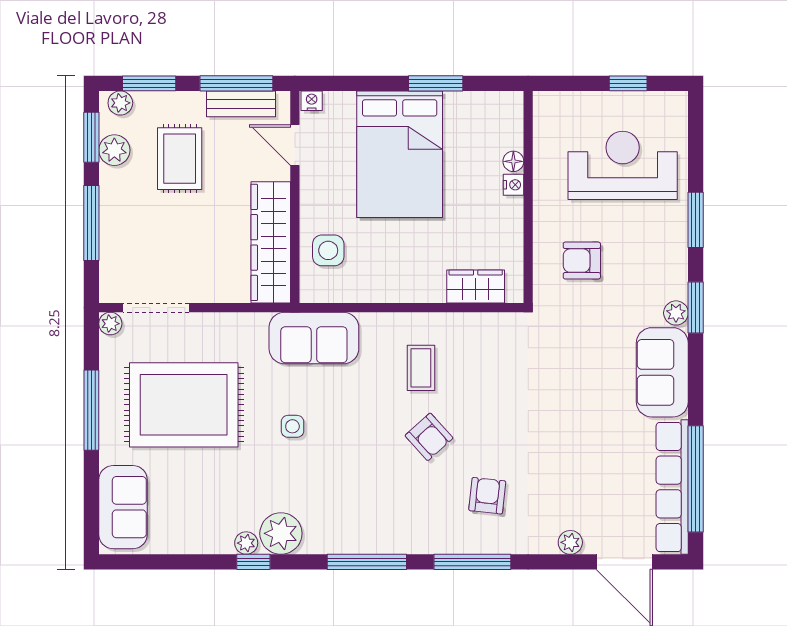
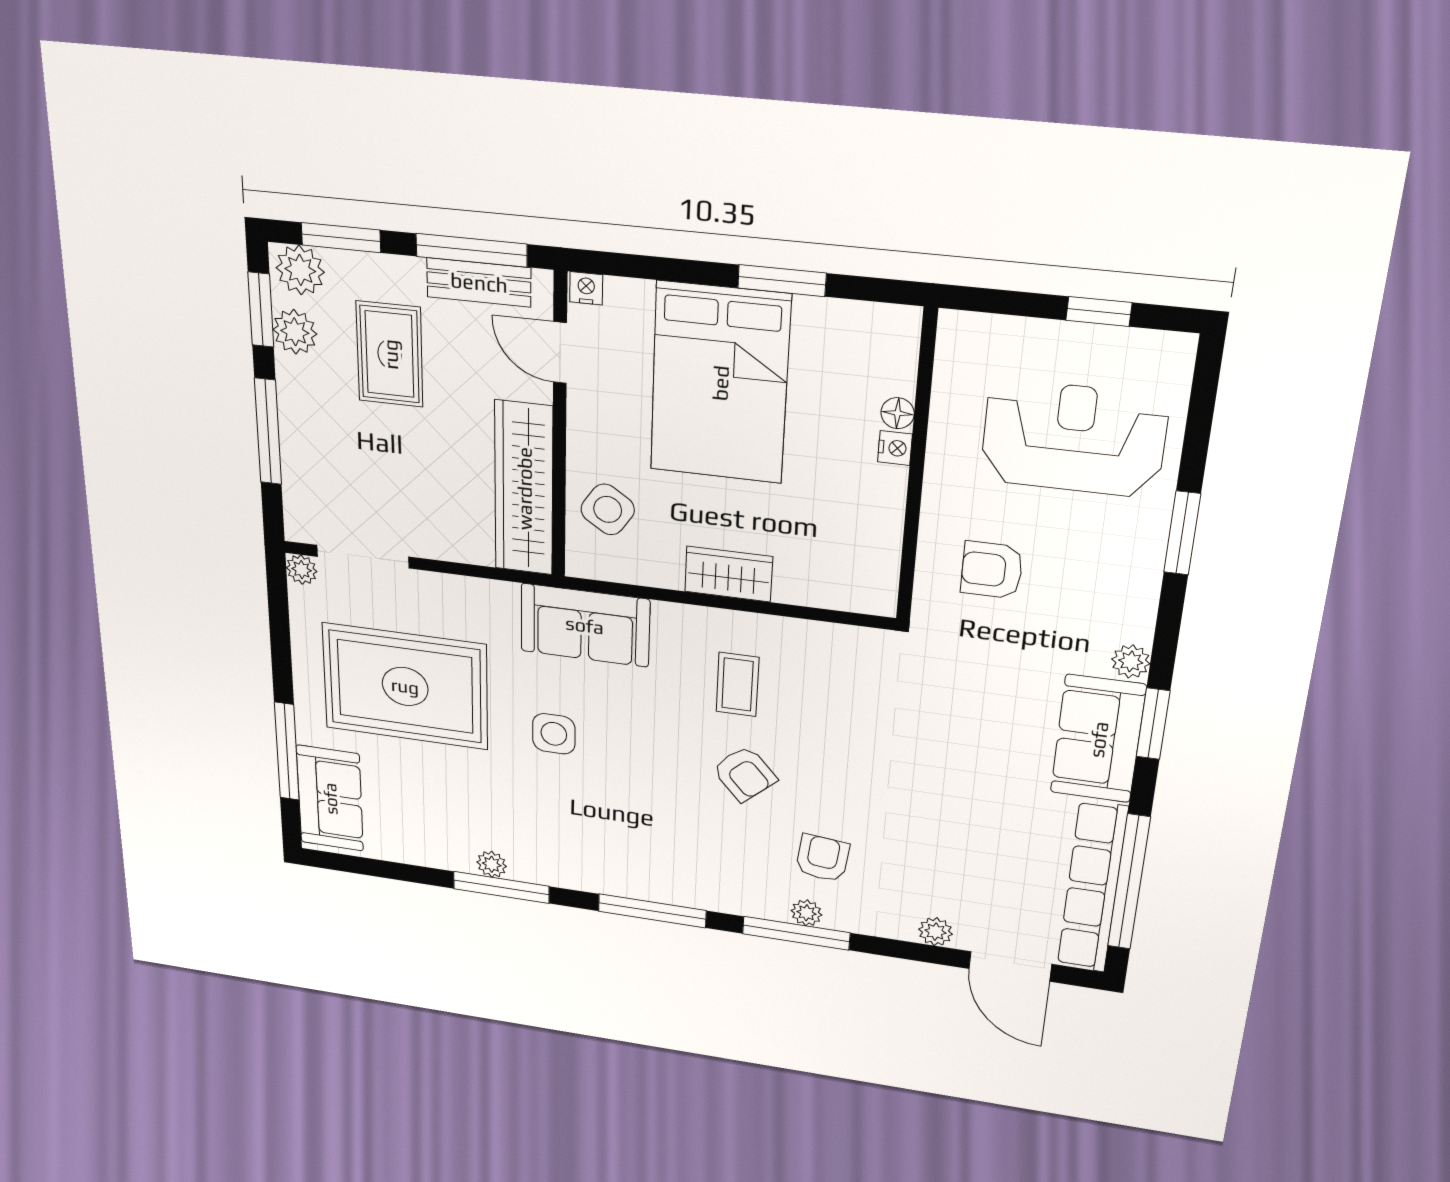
plant: (120, 103) -> (300, 270), width x1.38, depth x1.38
side table: (328, 250) -> (608, 509), turned 34
wardrobe: (476, 286) -> (729, 574), moved
window: (696, 308) -> (1153, 724), moved
window: (91, 410) -> (287, 751), moved
side table: (292, 426) -> (554, 734), width x1.37, depth x1.37
plant: (281, 533) -> (806, 913), moved, width x0.53, depth x0.53
window: (253, 562) -> (501, 887), width x2.17

